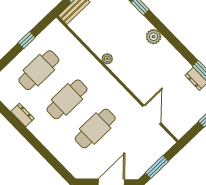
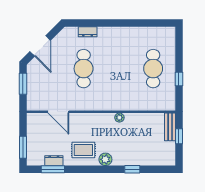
rug: (164, 63) -> (83, 150), added
cafe table: (67, 99) -> (118, 69), removed
dresser: (22, 115) -> (88, 32), moved

